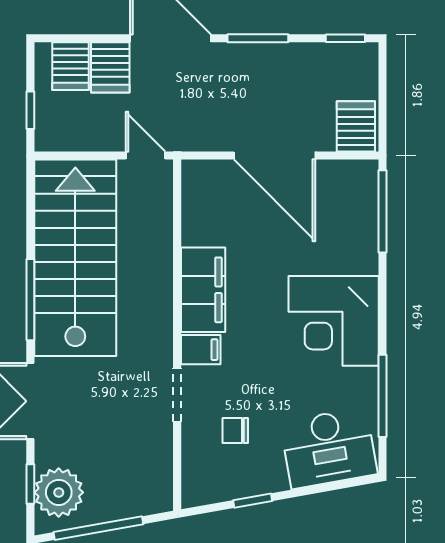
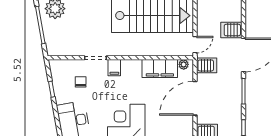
server rack: (70, 66) -> (207, 65), moved, turned 180
plant: (193, 183) -> (184, 64), added
filing cabinet: (203, 290) -> (160, 69), moved

